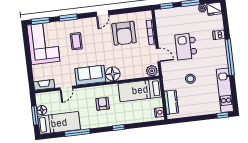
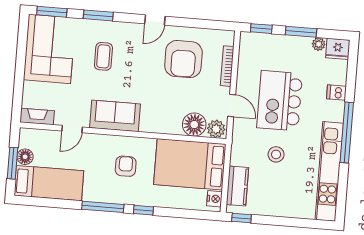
kitchen island: (186, 46) -> (280, 101), width x1.37, depth x1.28
floor lamp: (113, 74) -> (194, 125), moved
bed: (140, 90) -> (190, 164), width x1.50
kitchen unit: (225, 90) -> (329, 171), width x1.36
window: (223, 115) -> (241, 218), moved
window: (77, 133) -> (103, 207), moved

